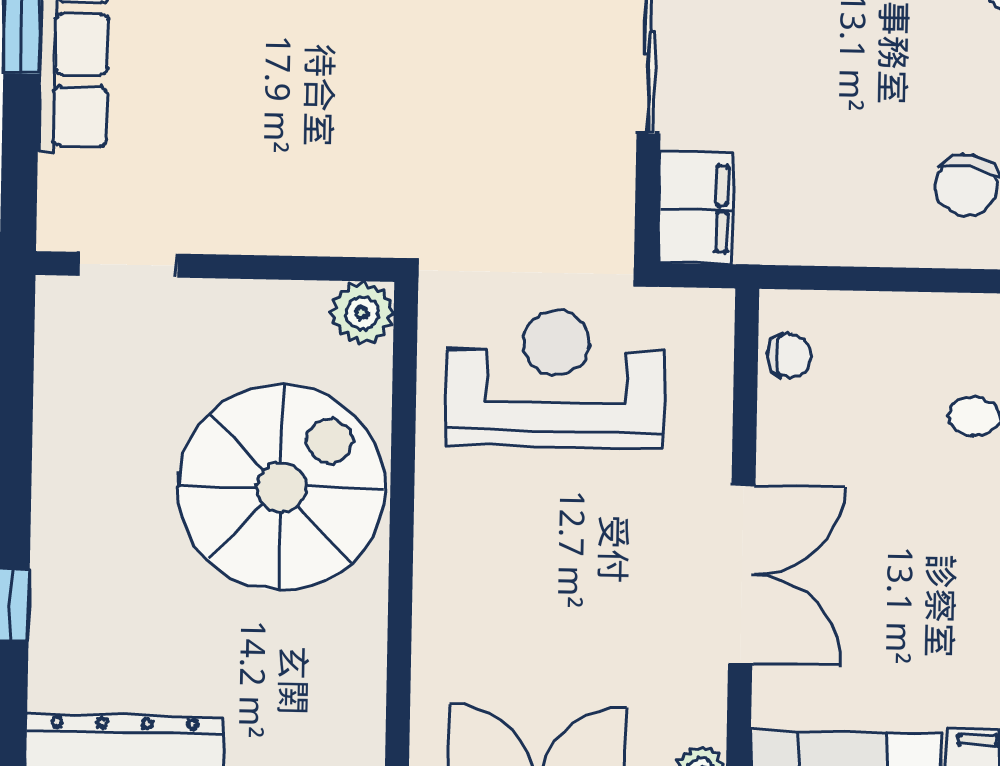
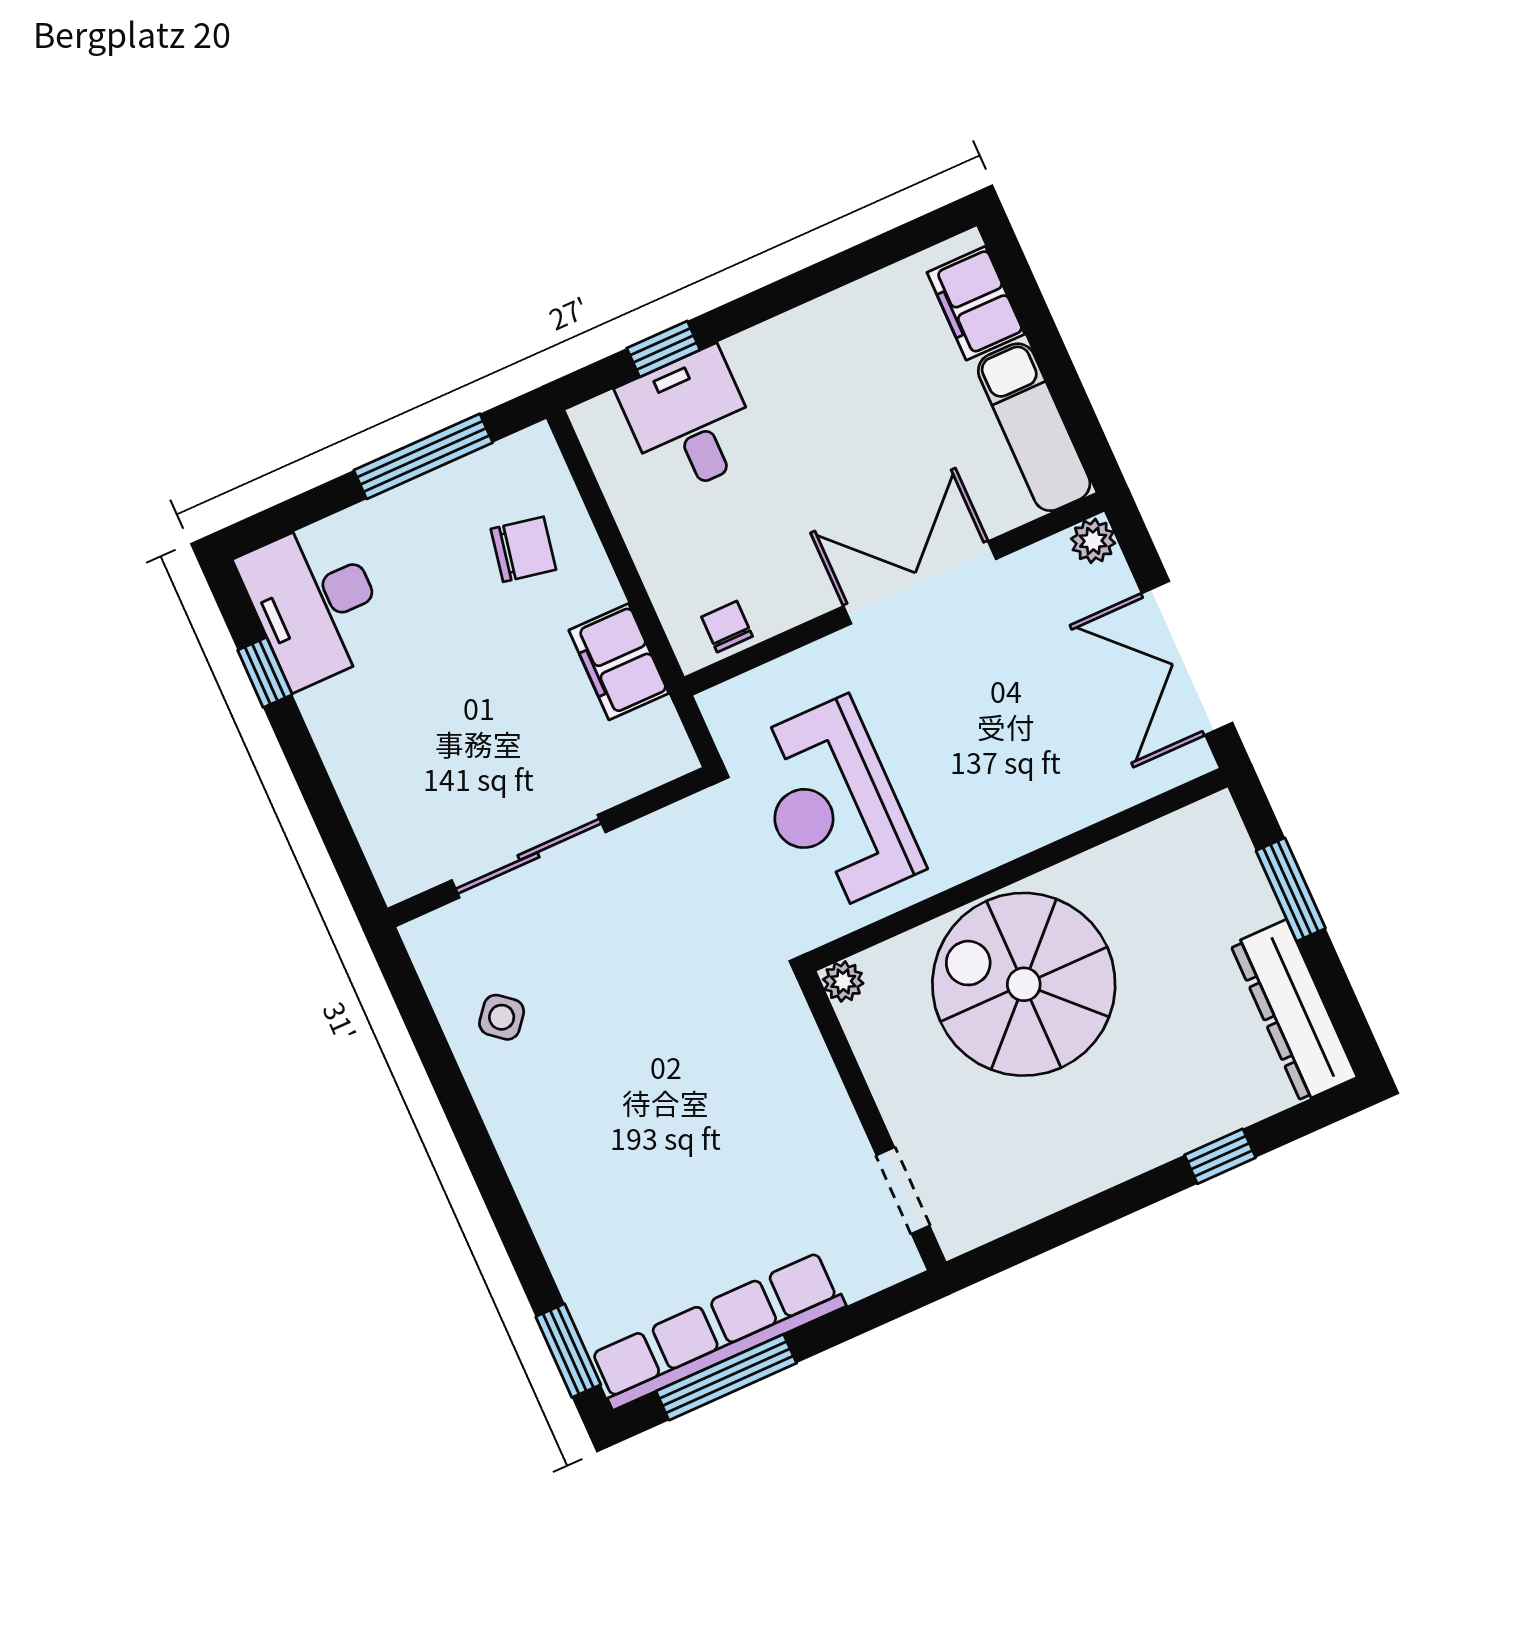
filing cabinet: (696, 208) -> (619, 662), moved, turned -90
plant: (362, 313) -> (843, 981), width x0.73, depth x0.73

